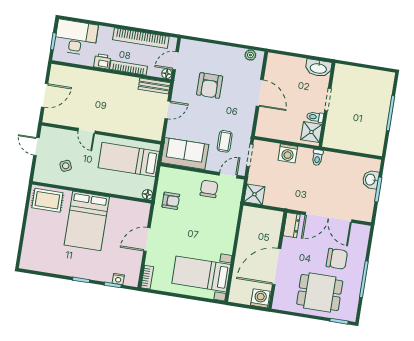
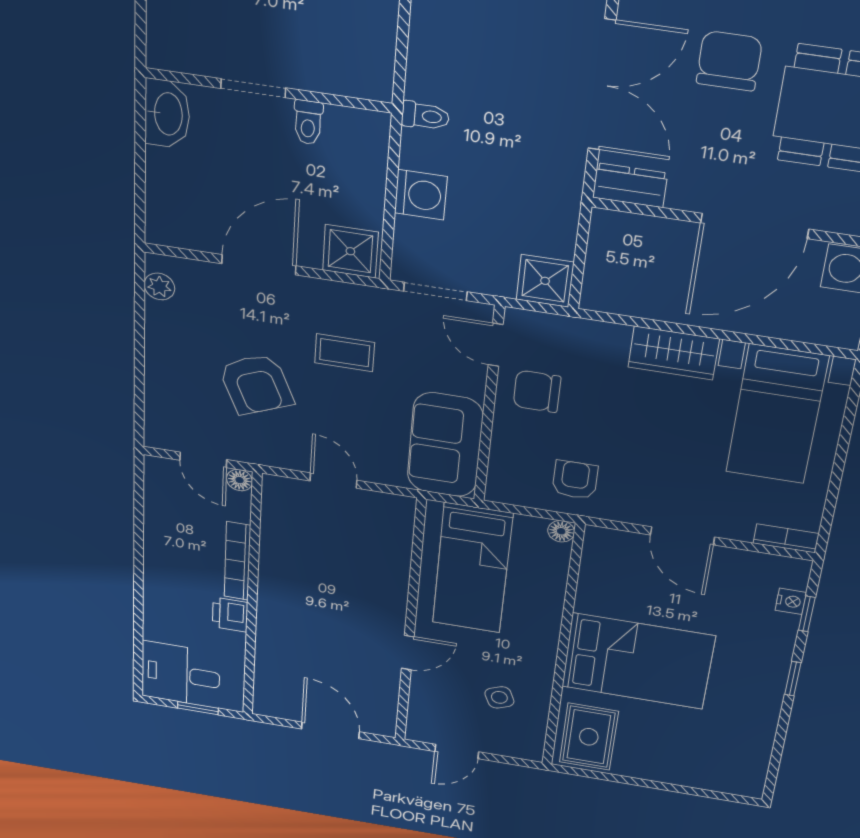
desk: (76, 38) -> (181, 674), width x0.73
bookcase: (141, 38) -> (159, 533), removed
bench: (154, 86) -> (276, 508), removed
armchair: (210, 86) -> (256, 384), turned 67
shower: (311, 132) -> (350, 251), moved
coffee table: (225, 141) -> (345, 353), moved
wardrobe: (226, 238) -> (674, 353), added
door: (277, 267) -> (755, 226), hinge flipped

